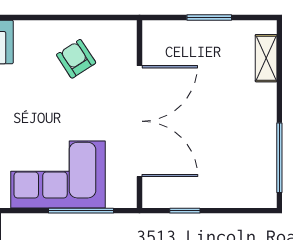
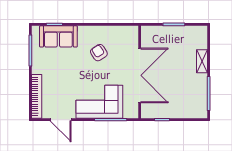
shelving: (266, 58) -> (202, 61), moved
armchair: (76, 59) -> (99, 53), moved

